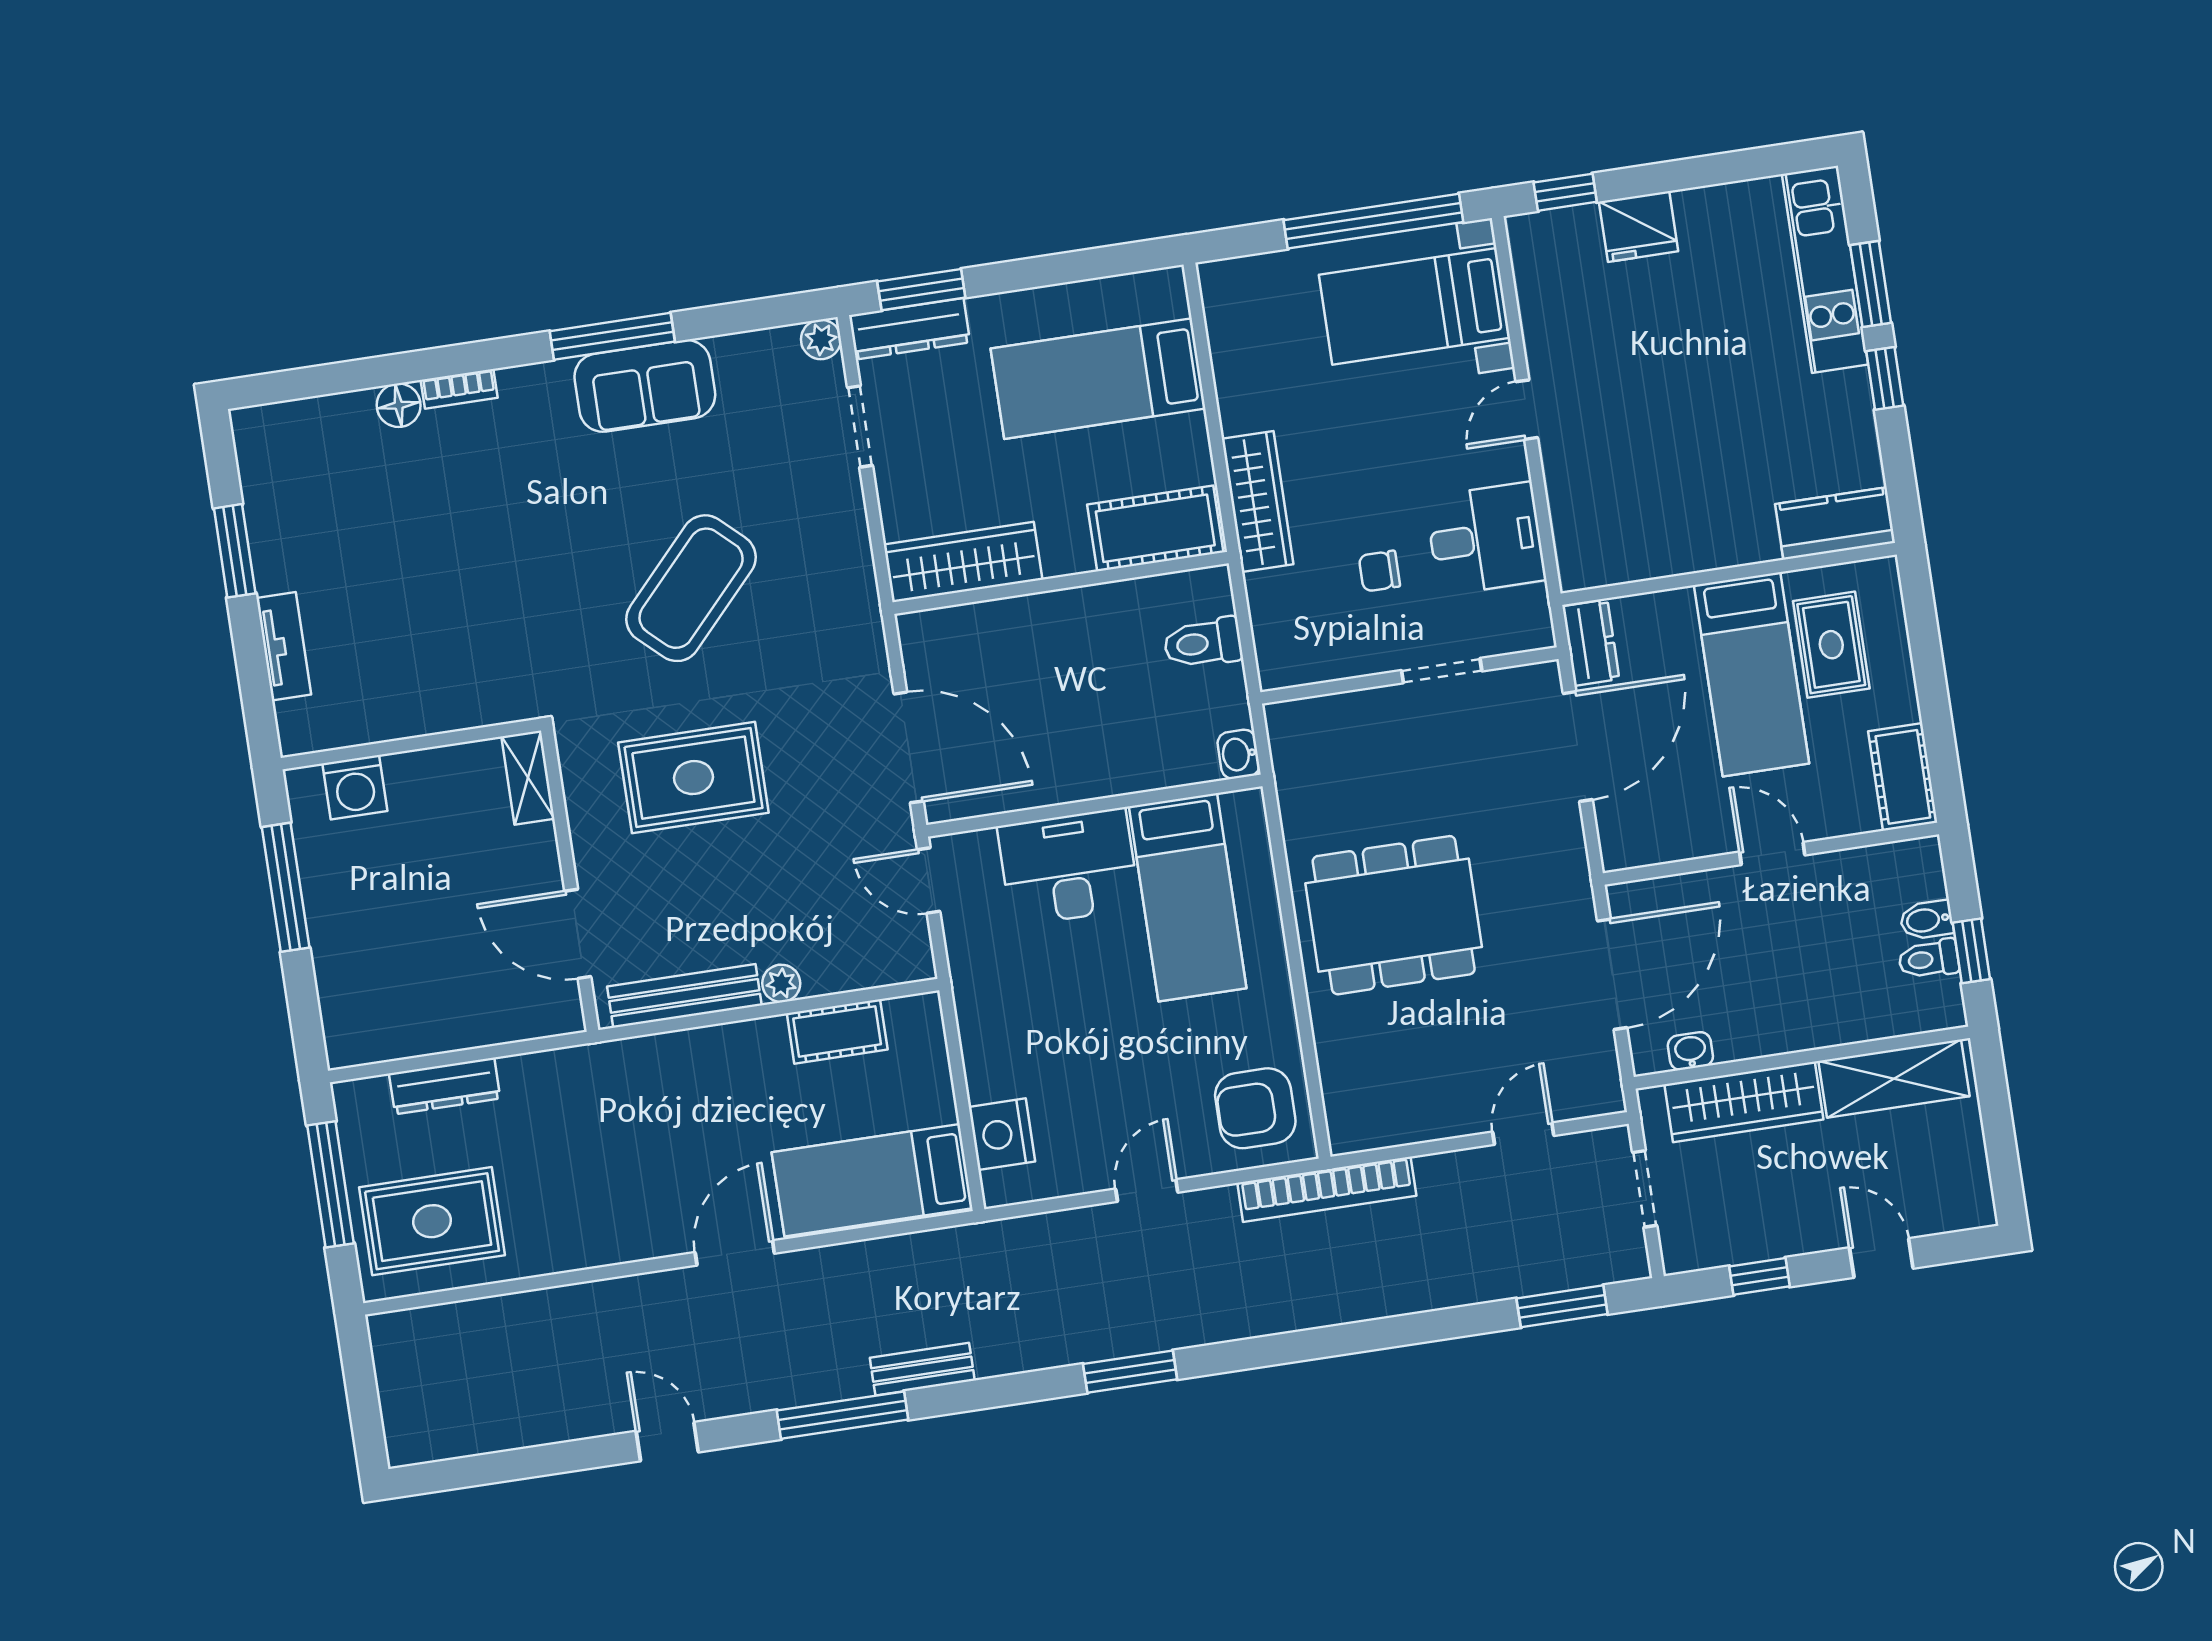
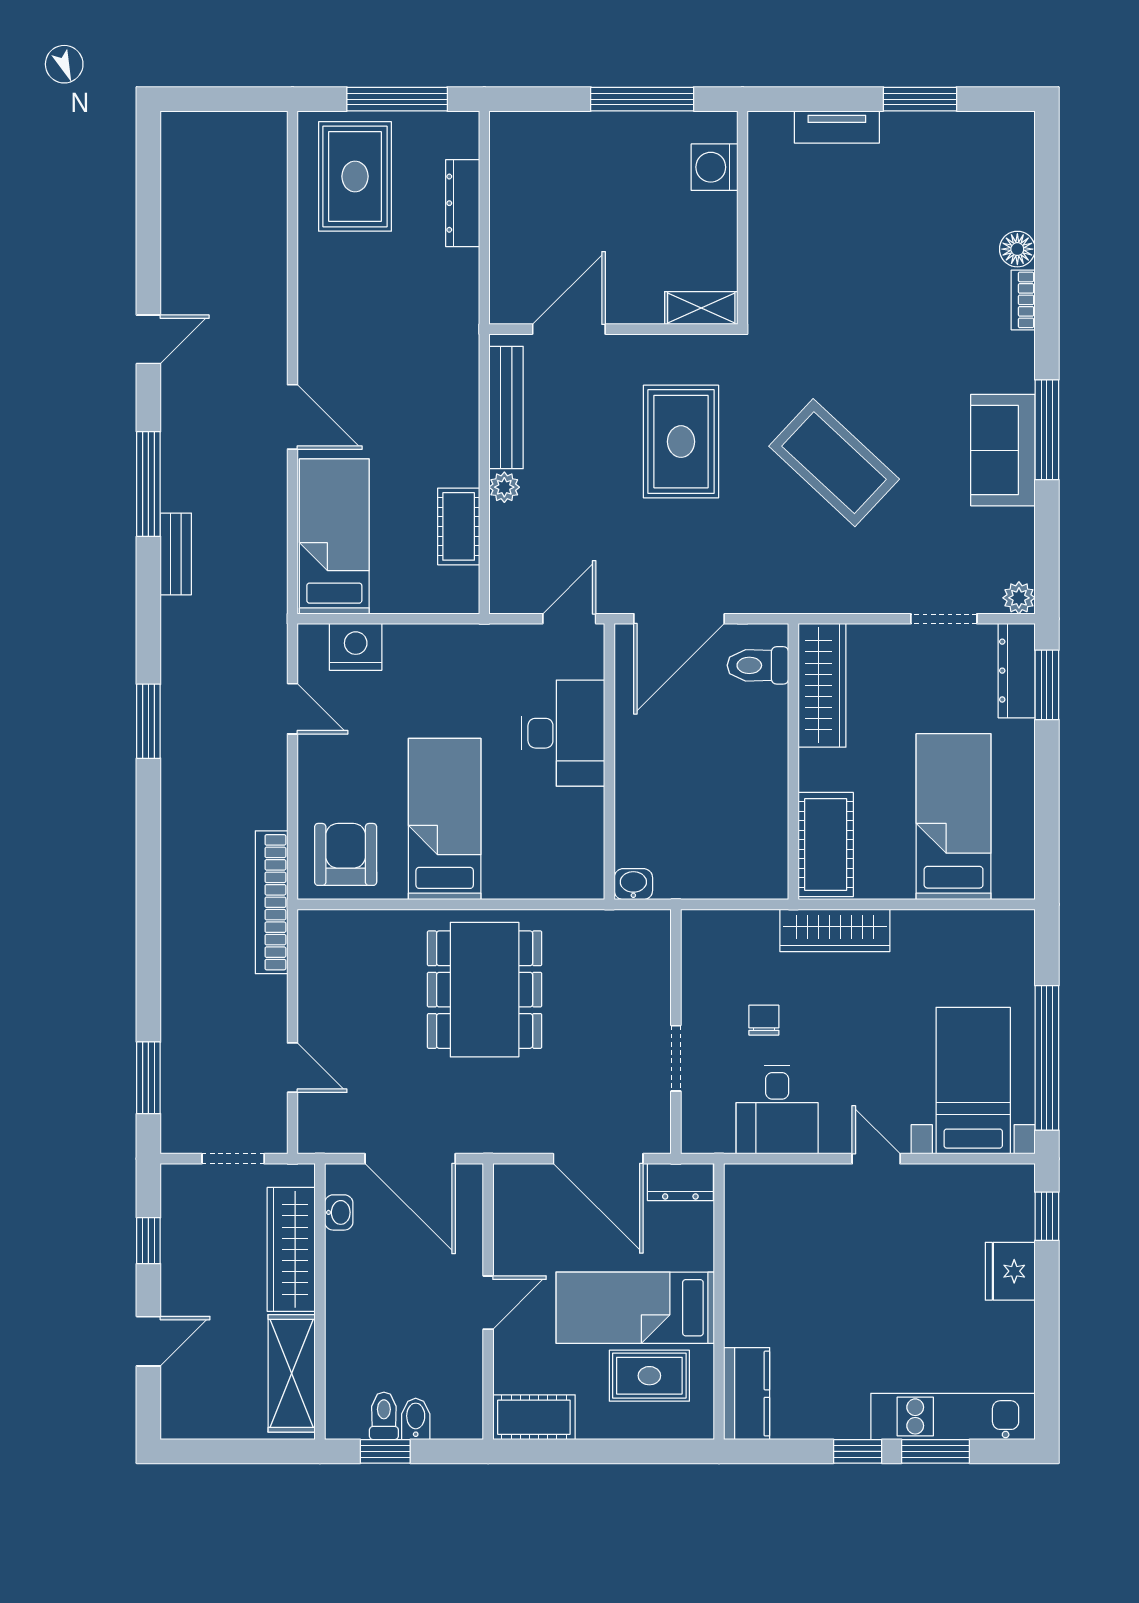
toilet: (1203, 643) -> (758, 665), moved, turned -90
bed: (1188, 897) -> (445, 819), moved, turned 90
door: (1147, 1191) -> (292, 709), moved

